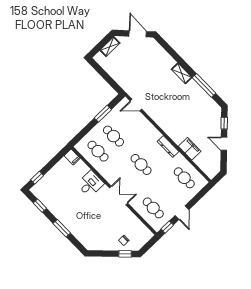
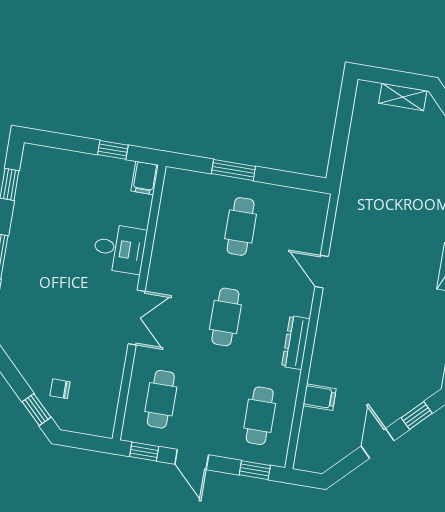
door: (136, 105) -> (322, 272), moved
window: (103, 114) -> (233, 170), moved
filing cabinet: (190, 149) -> (320, 397), width x0.50
cafe table: (98, 151) -> (191, 218), removed
window: (37, 178) -> (113, 150), moved
window: (202, 193) -> (255, 470), added
door: (182, 213) -> (192, 460), hinge flipped

